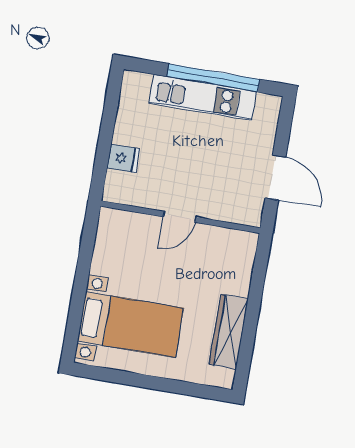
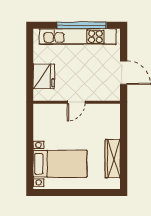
kitchen unit: (203, 97) -> (78, 37), width x1.36
fridge: (123, 158) -> (44, 76), width x1.88, depth x1.34

